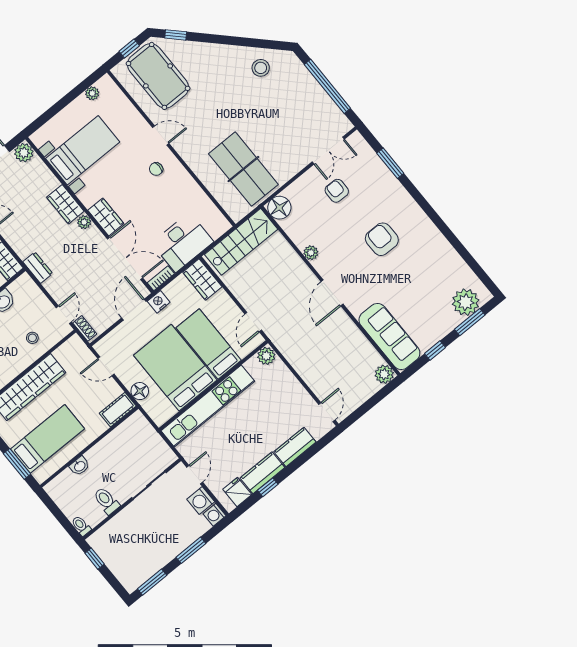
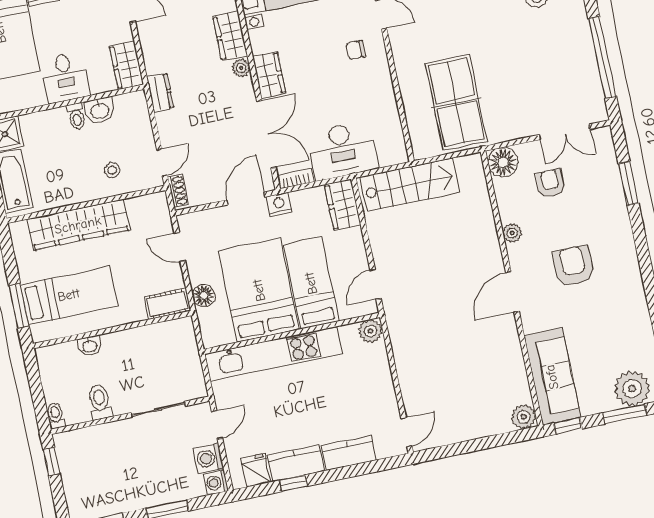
floor lamp: (279, 208) -> (503, 162), moved
plant: (311, 253) -> (512, 233), moved
wall: (330, 291) -> (512, 289), moved
door: (332, 293) -> (512, 292), moved
sofa: (389, 337) -> (552, 377), moved
plant: (384, 374) -> (524, 417), moved

